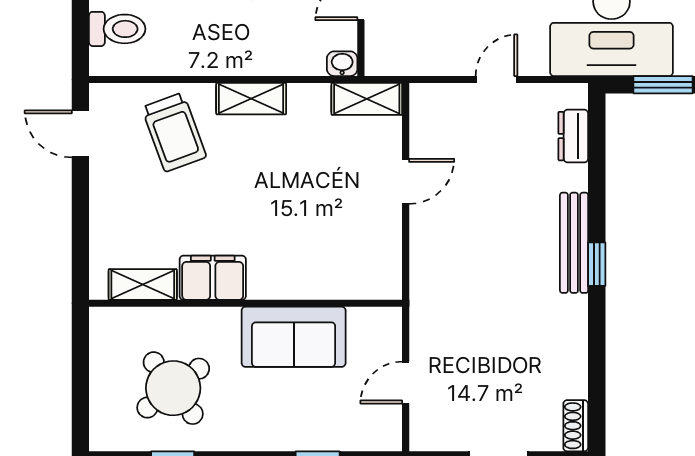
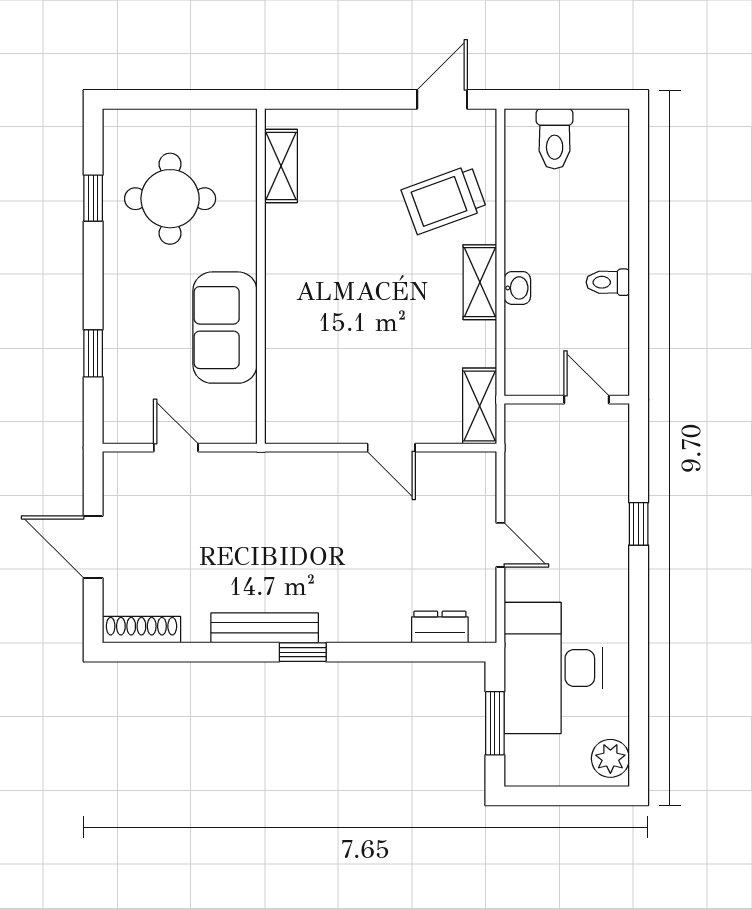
washbasin: (342, 64) -> (517, 288), moved
bench: (574, 243) -> (265, 628), moved
filing cabinet: (213, 278) -> (288, 241), removed
round table: (173, 388) -> (170, 199), turned 37
shoe rack: (576, 426) -> (141, 630), width x1.43

